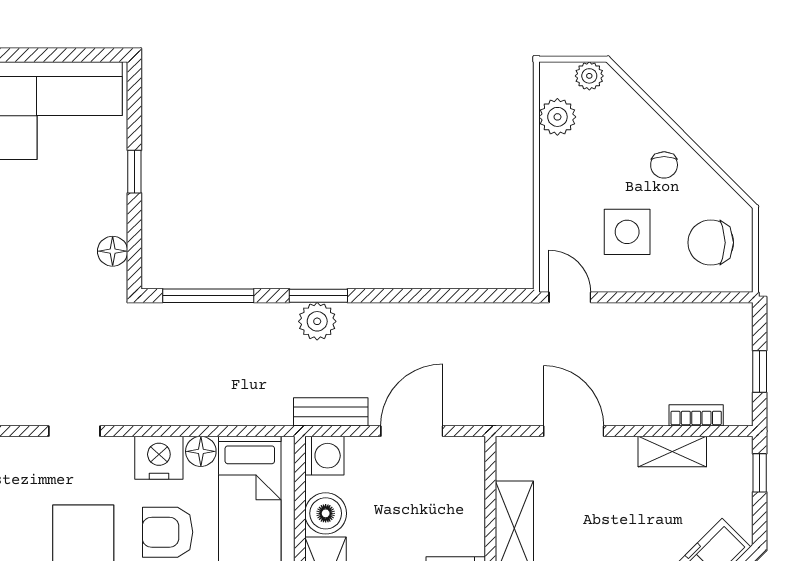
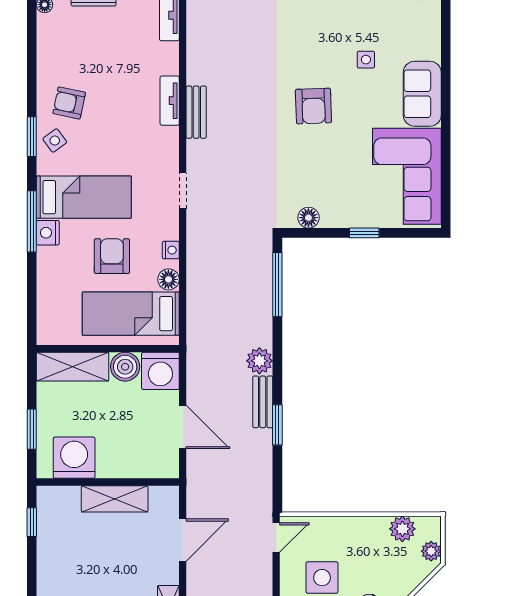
window: (318, 296) -> (277, 425), moved
bench: (331, 412) -> (263, 402), moved
washing machine: (324, 456) -> (160, 371), width x1.37, depth x1.37
nightstand: (159, 458) -> (171, 250), width x0.53, depth x0.56

